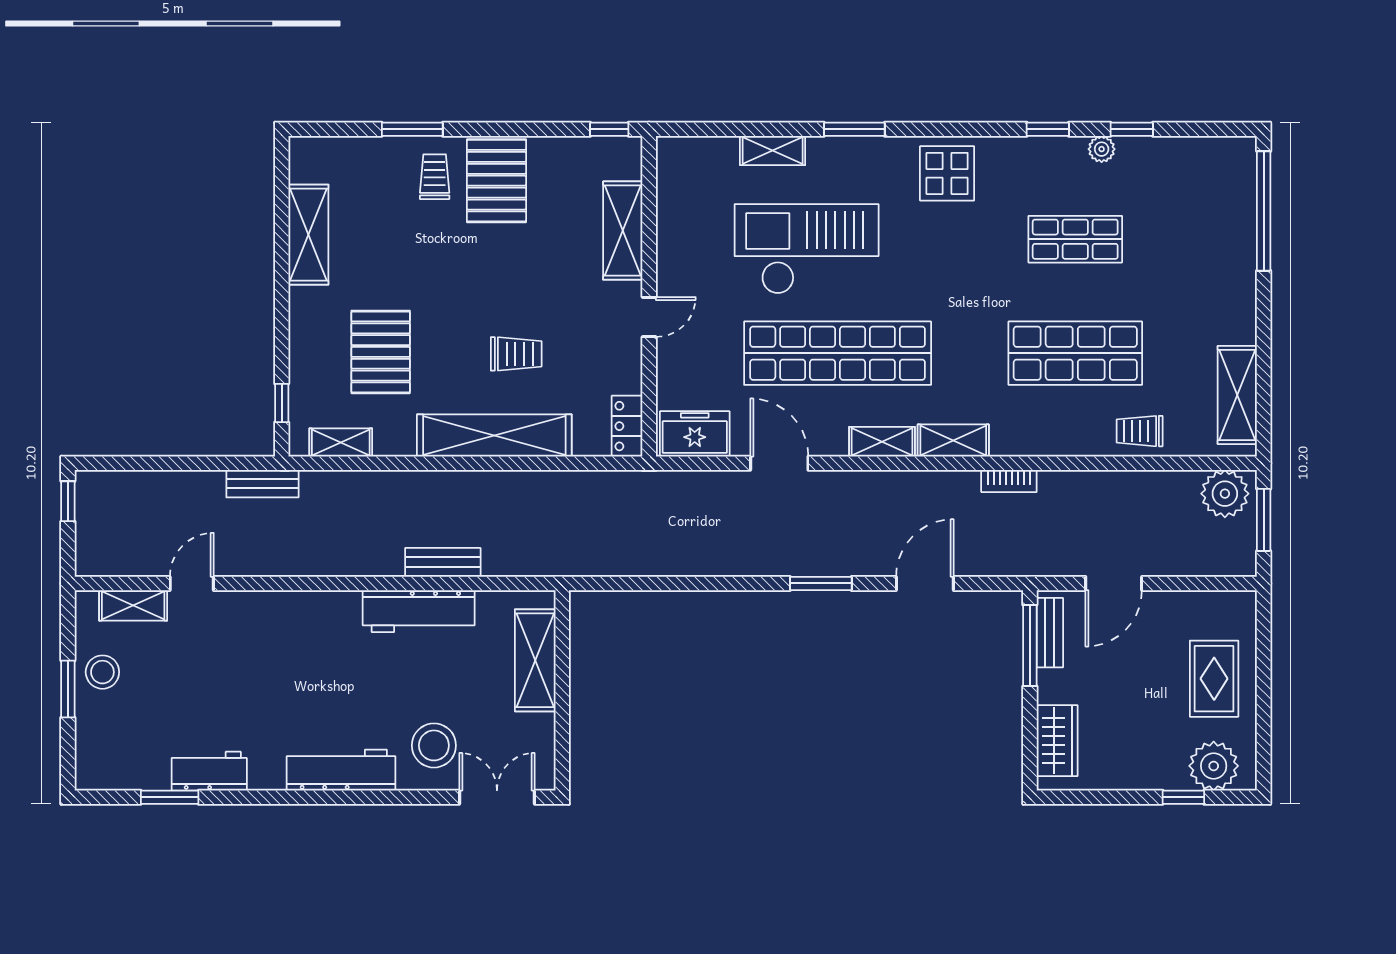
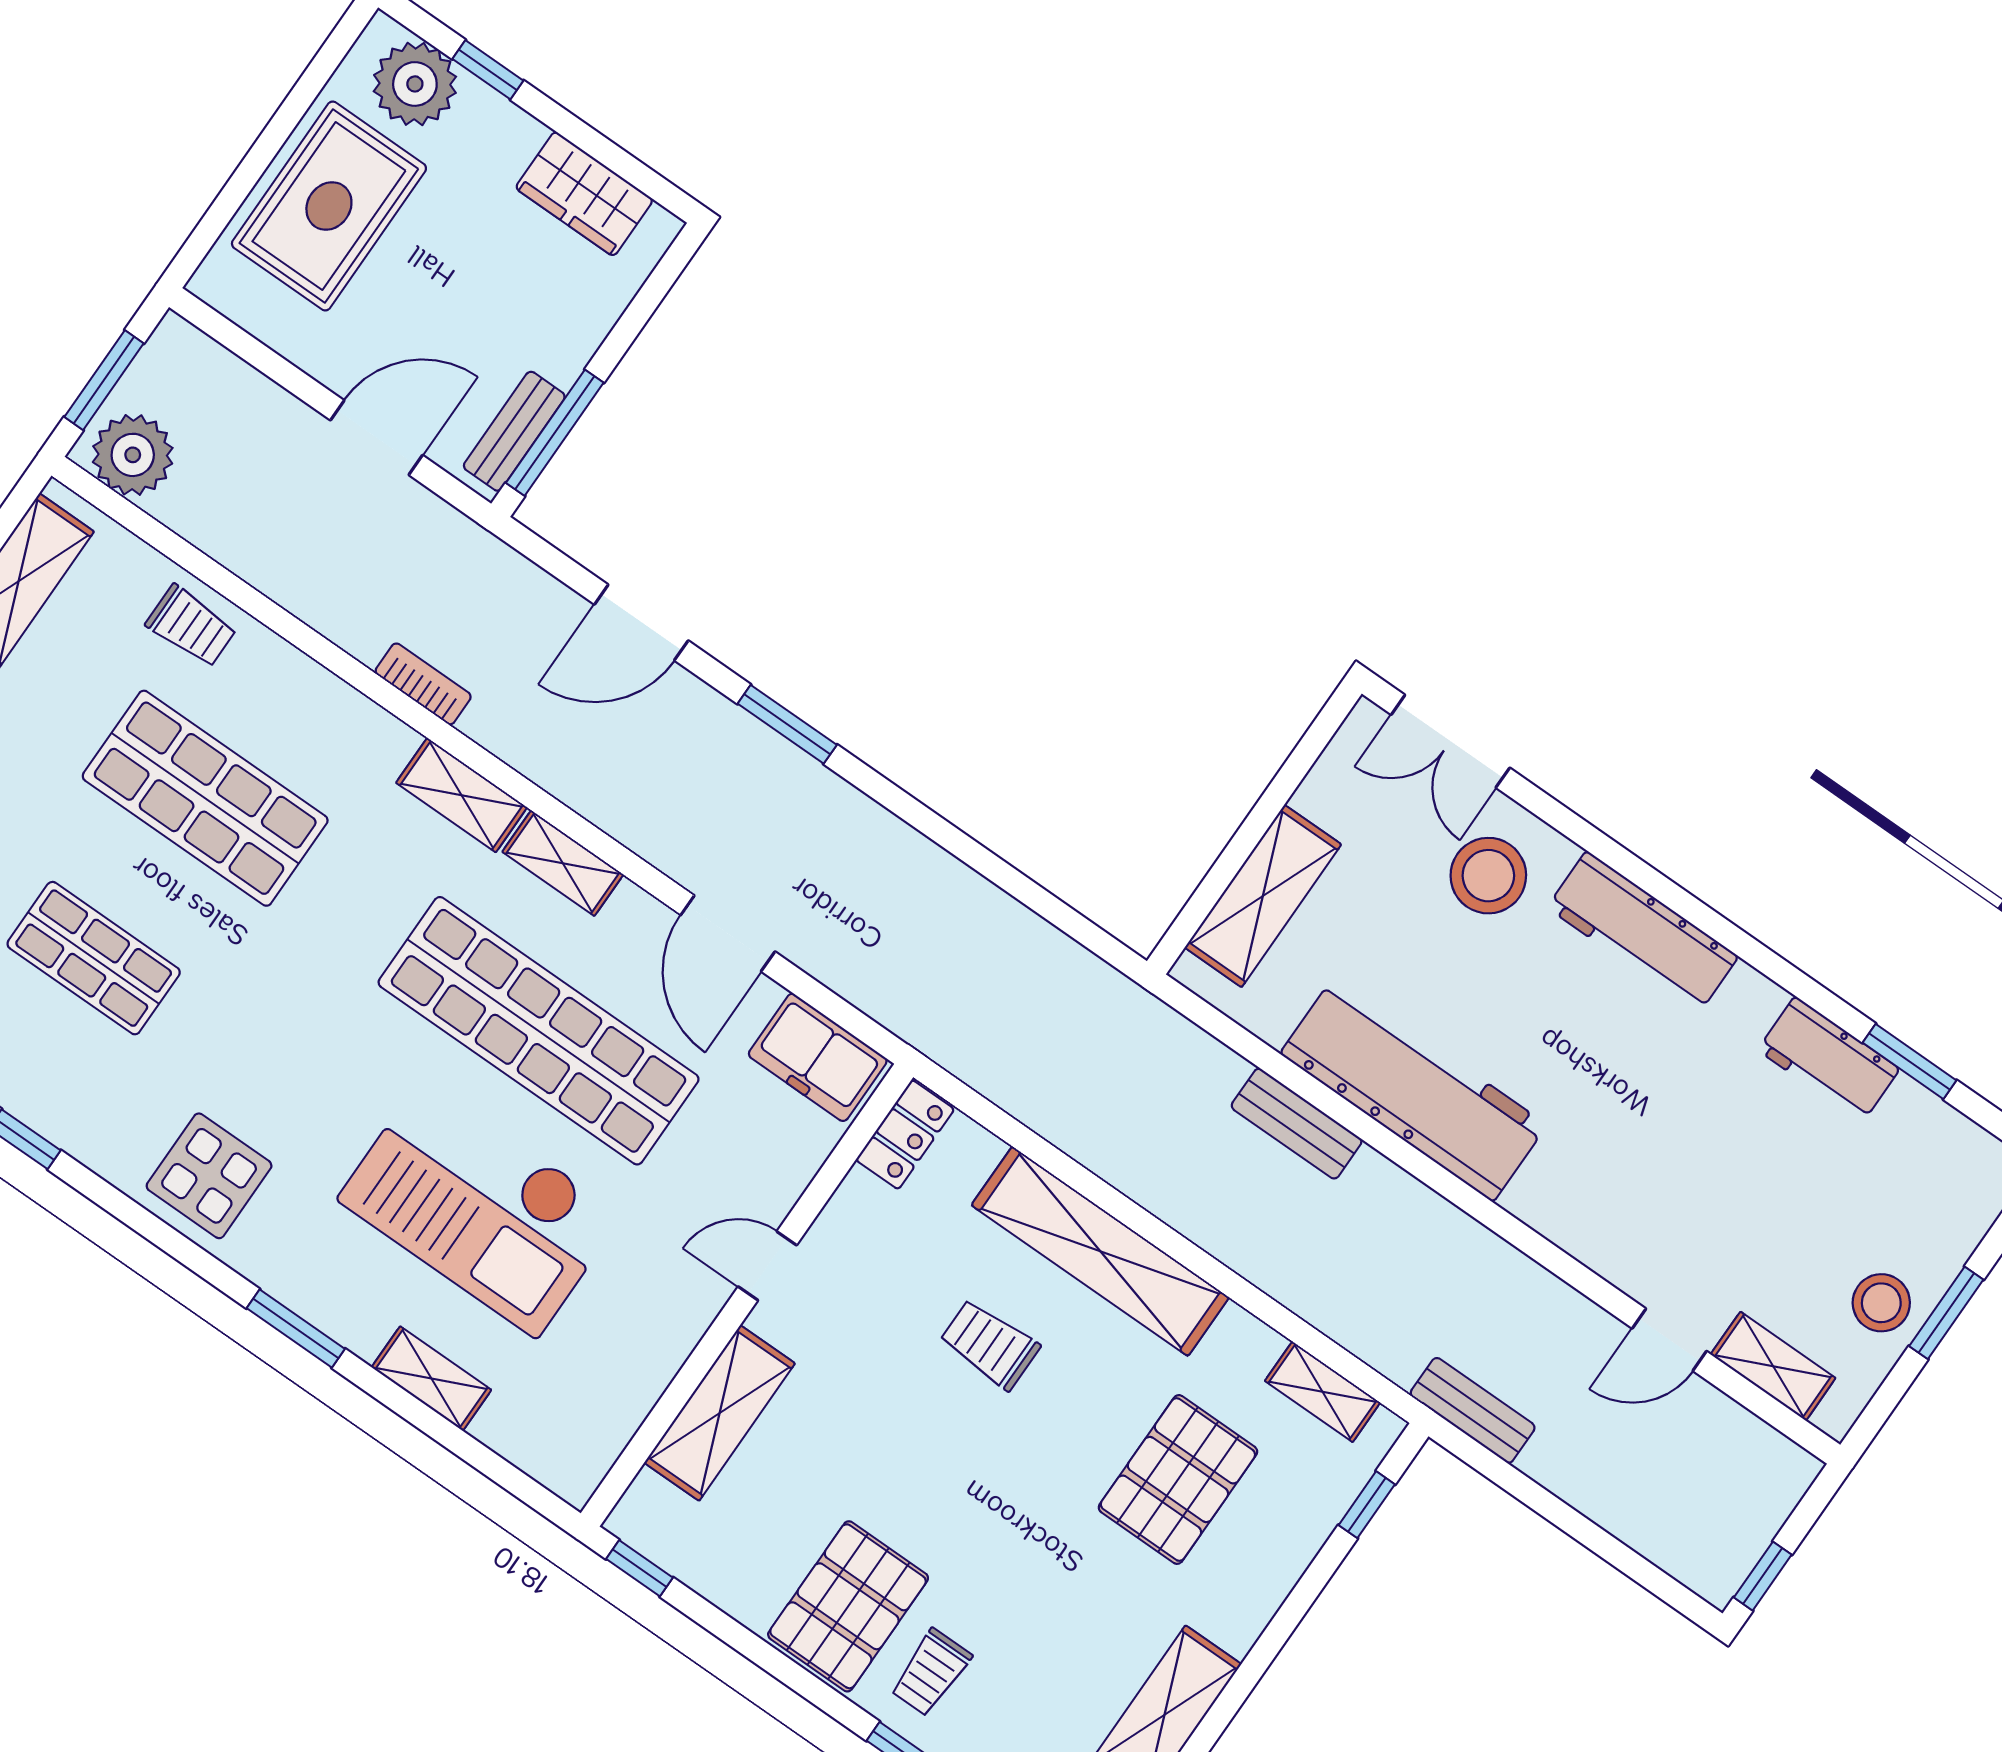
workbench: (419, 611) -> (1413, 1089), width x1.36, depth x1.32
rug: (1214, 679) -> (329, 206), width x1.36, depth x1.43
wardrobe: (1057, 741) -> (584, 194), moved, turned -90

